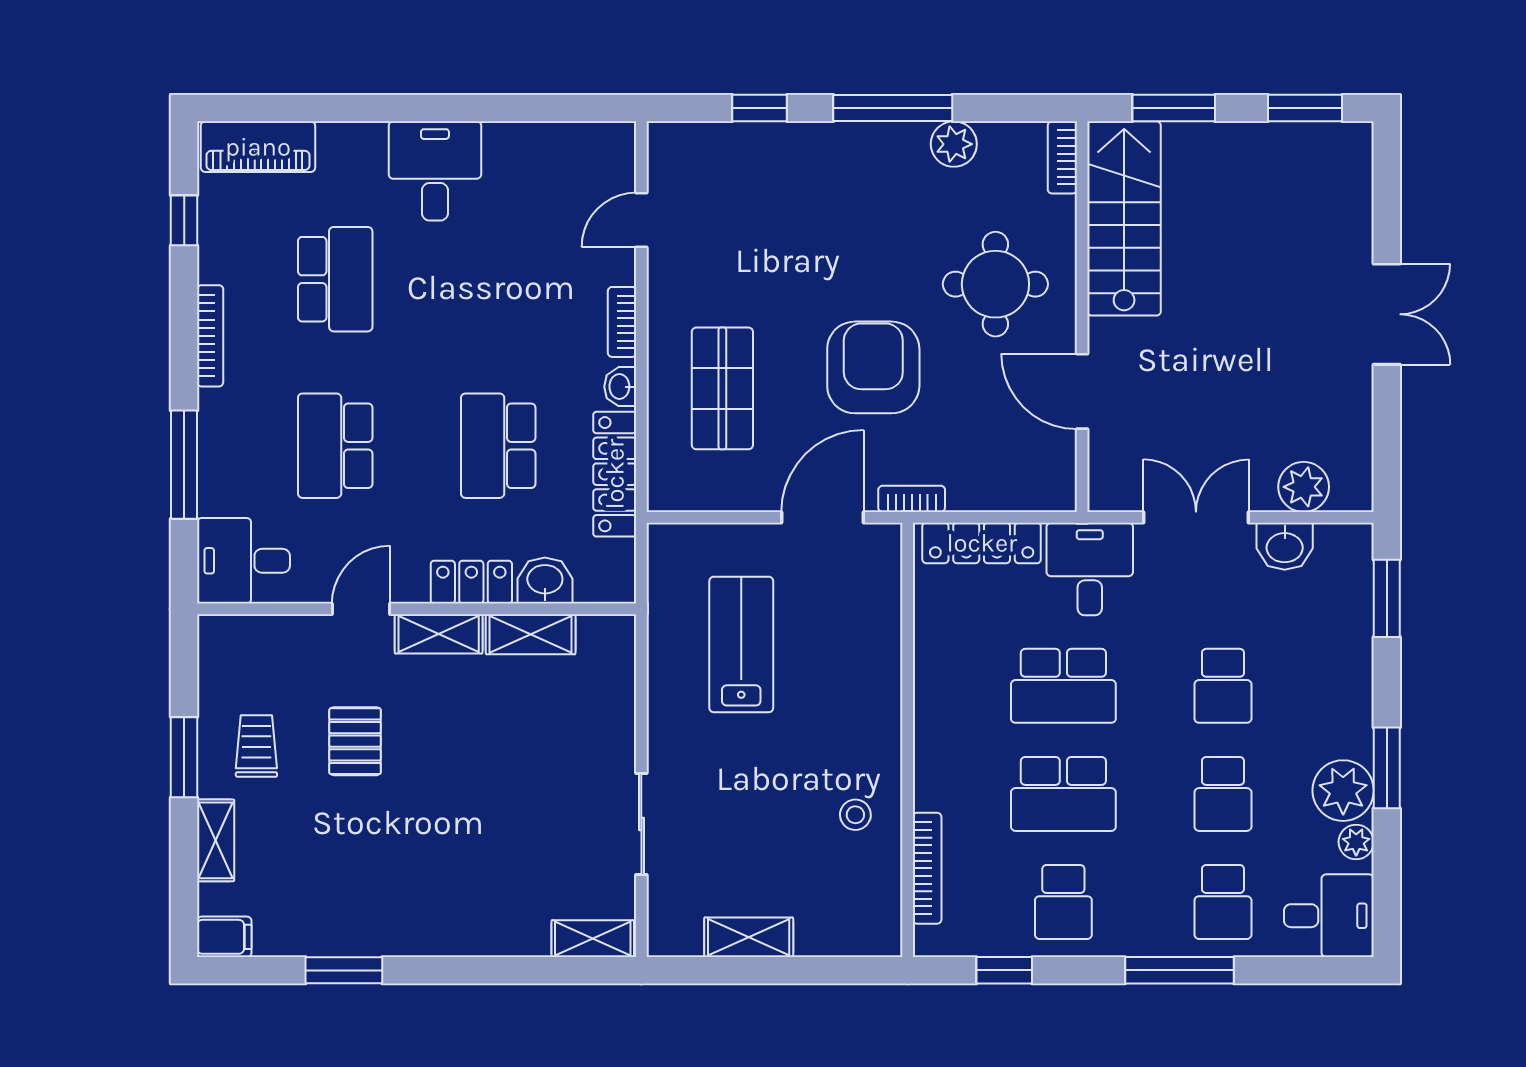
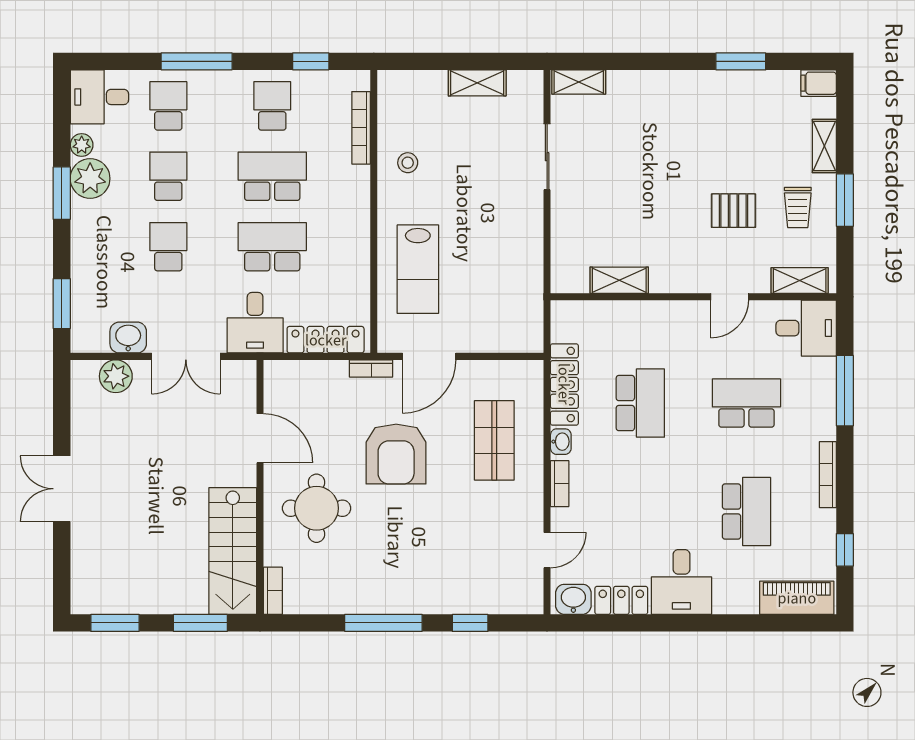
plant: (954, 144) -> (344, 599), removed
school desk: (335, 279) -> (746, 511), turned 180
school desk: (335, 446) -> (746, 403), turned -90
washbasin: (545, 581) -> (573, 599), moved, turned 180
locker: (471, 582) -> (621, 600), moved, turned 180
shelving: (439, 634) -> (800, 280), moved
lab bench: (741, 644) -> (418, 269), moved
pallet: (355, 741) -> (733, 211), turned 90

